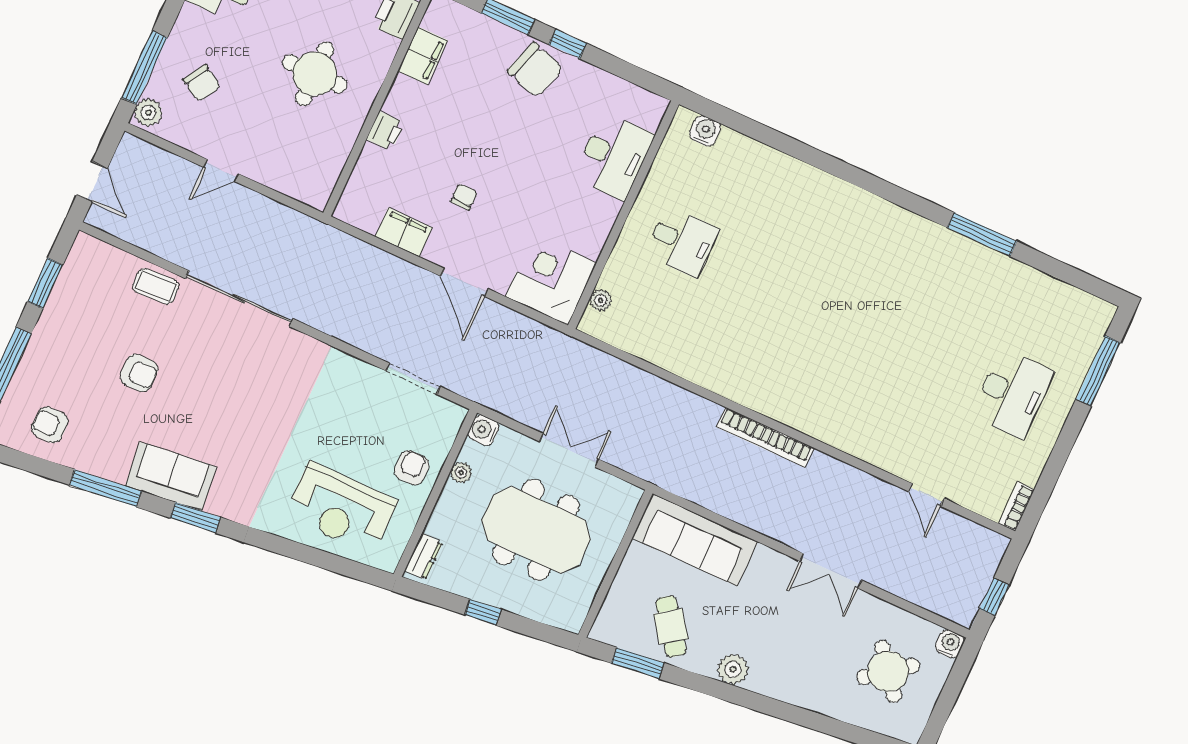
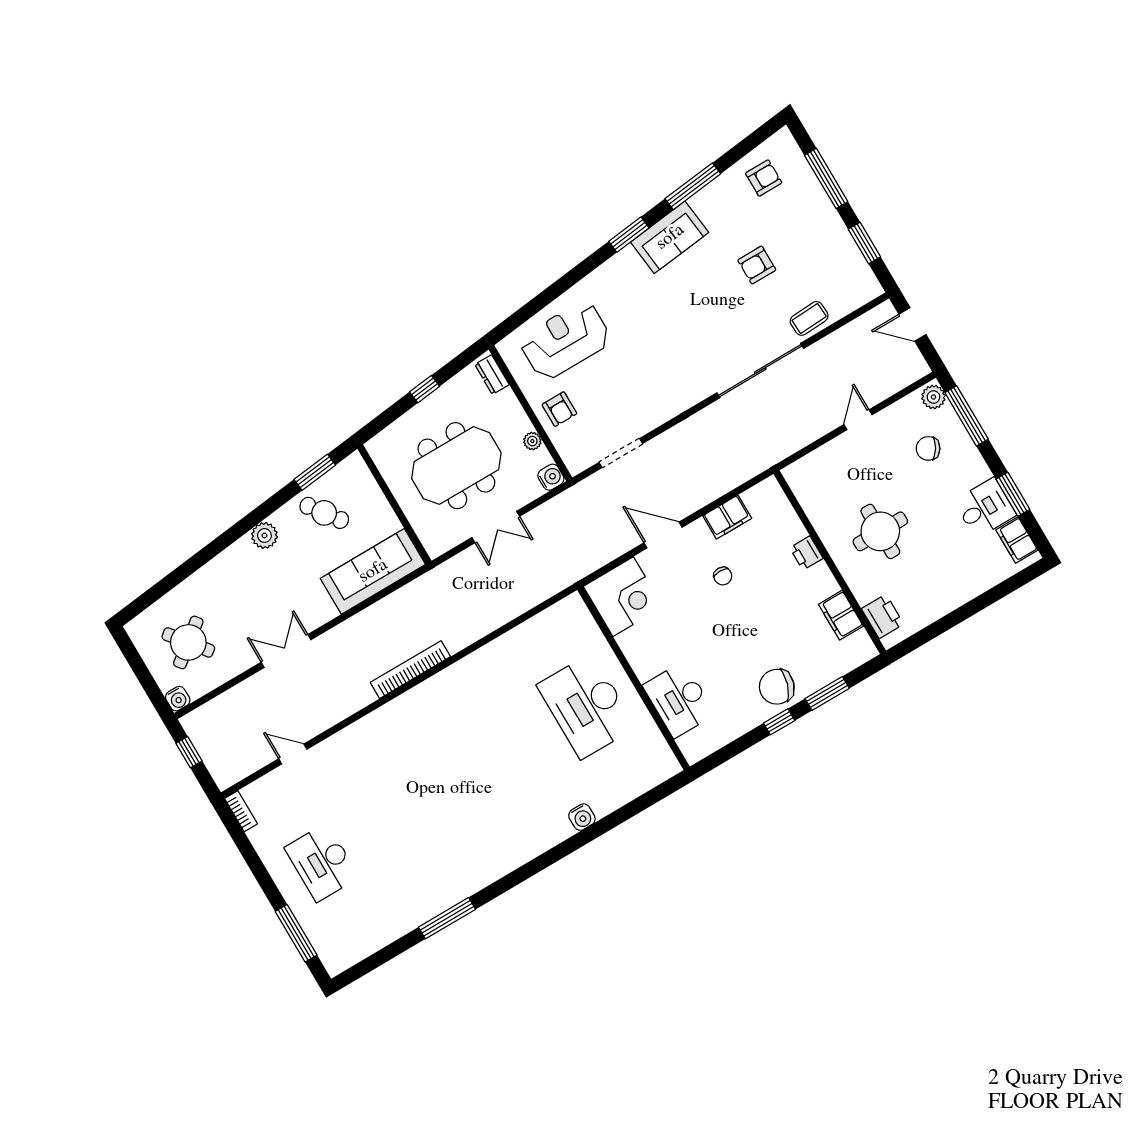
water cooler: (705, 131) -> (582, 817), moved
desk: (682, 242) -> (586, 706), width x1.87, depth x1.30
plant: (601, 300) -> (585, 621), removed

